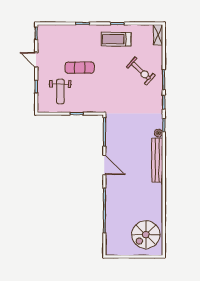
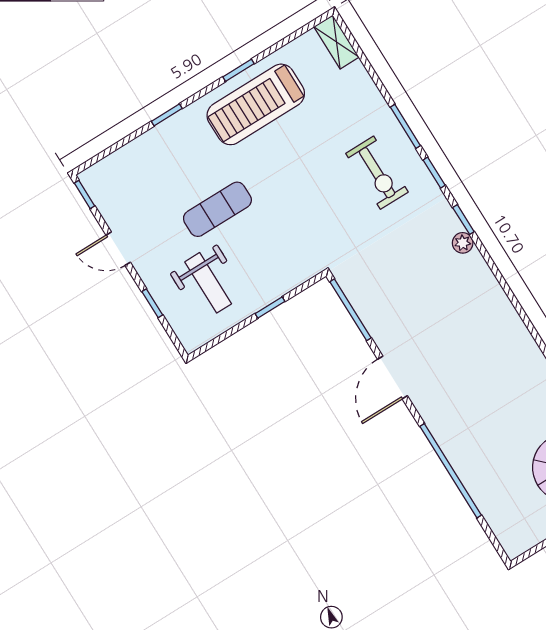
treadmill: (116, 39) -> (256, 104), width x1.37, depth x1.38
exercise bike: (141, 71) -> (377, 173), moved, turned 48
bench: (157, 160) -> (495, 300), removed
door: (104, 165) -> (393, 377), swing flipped

